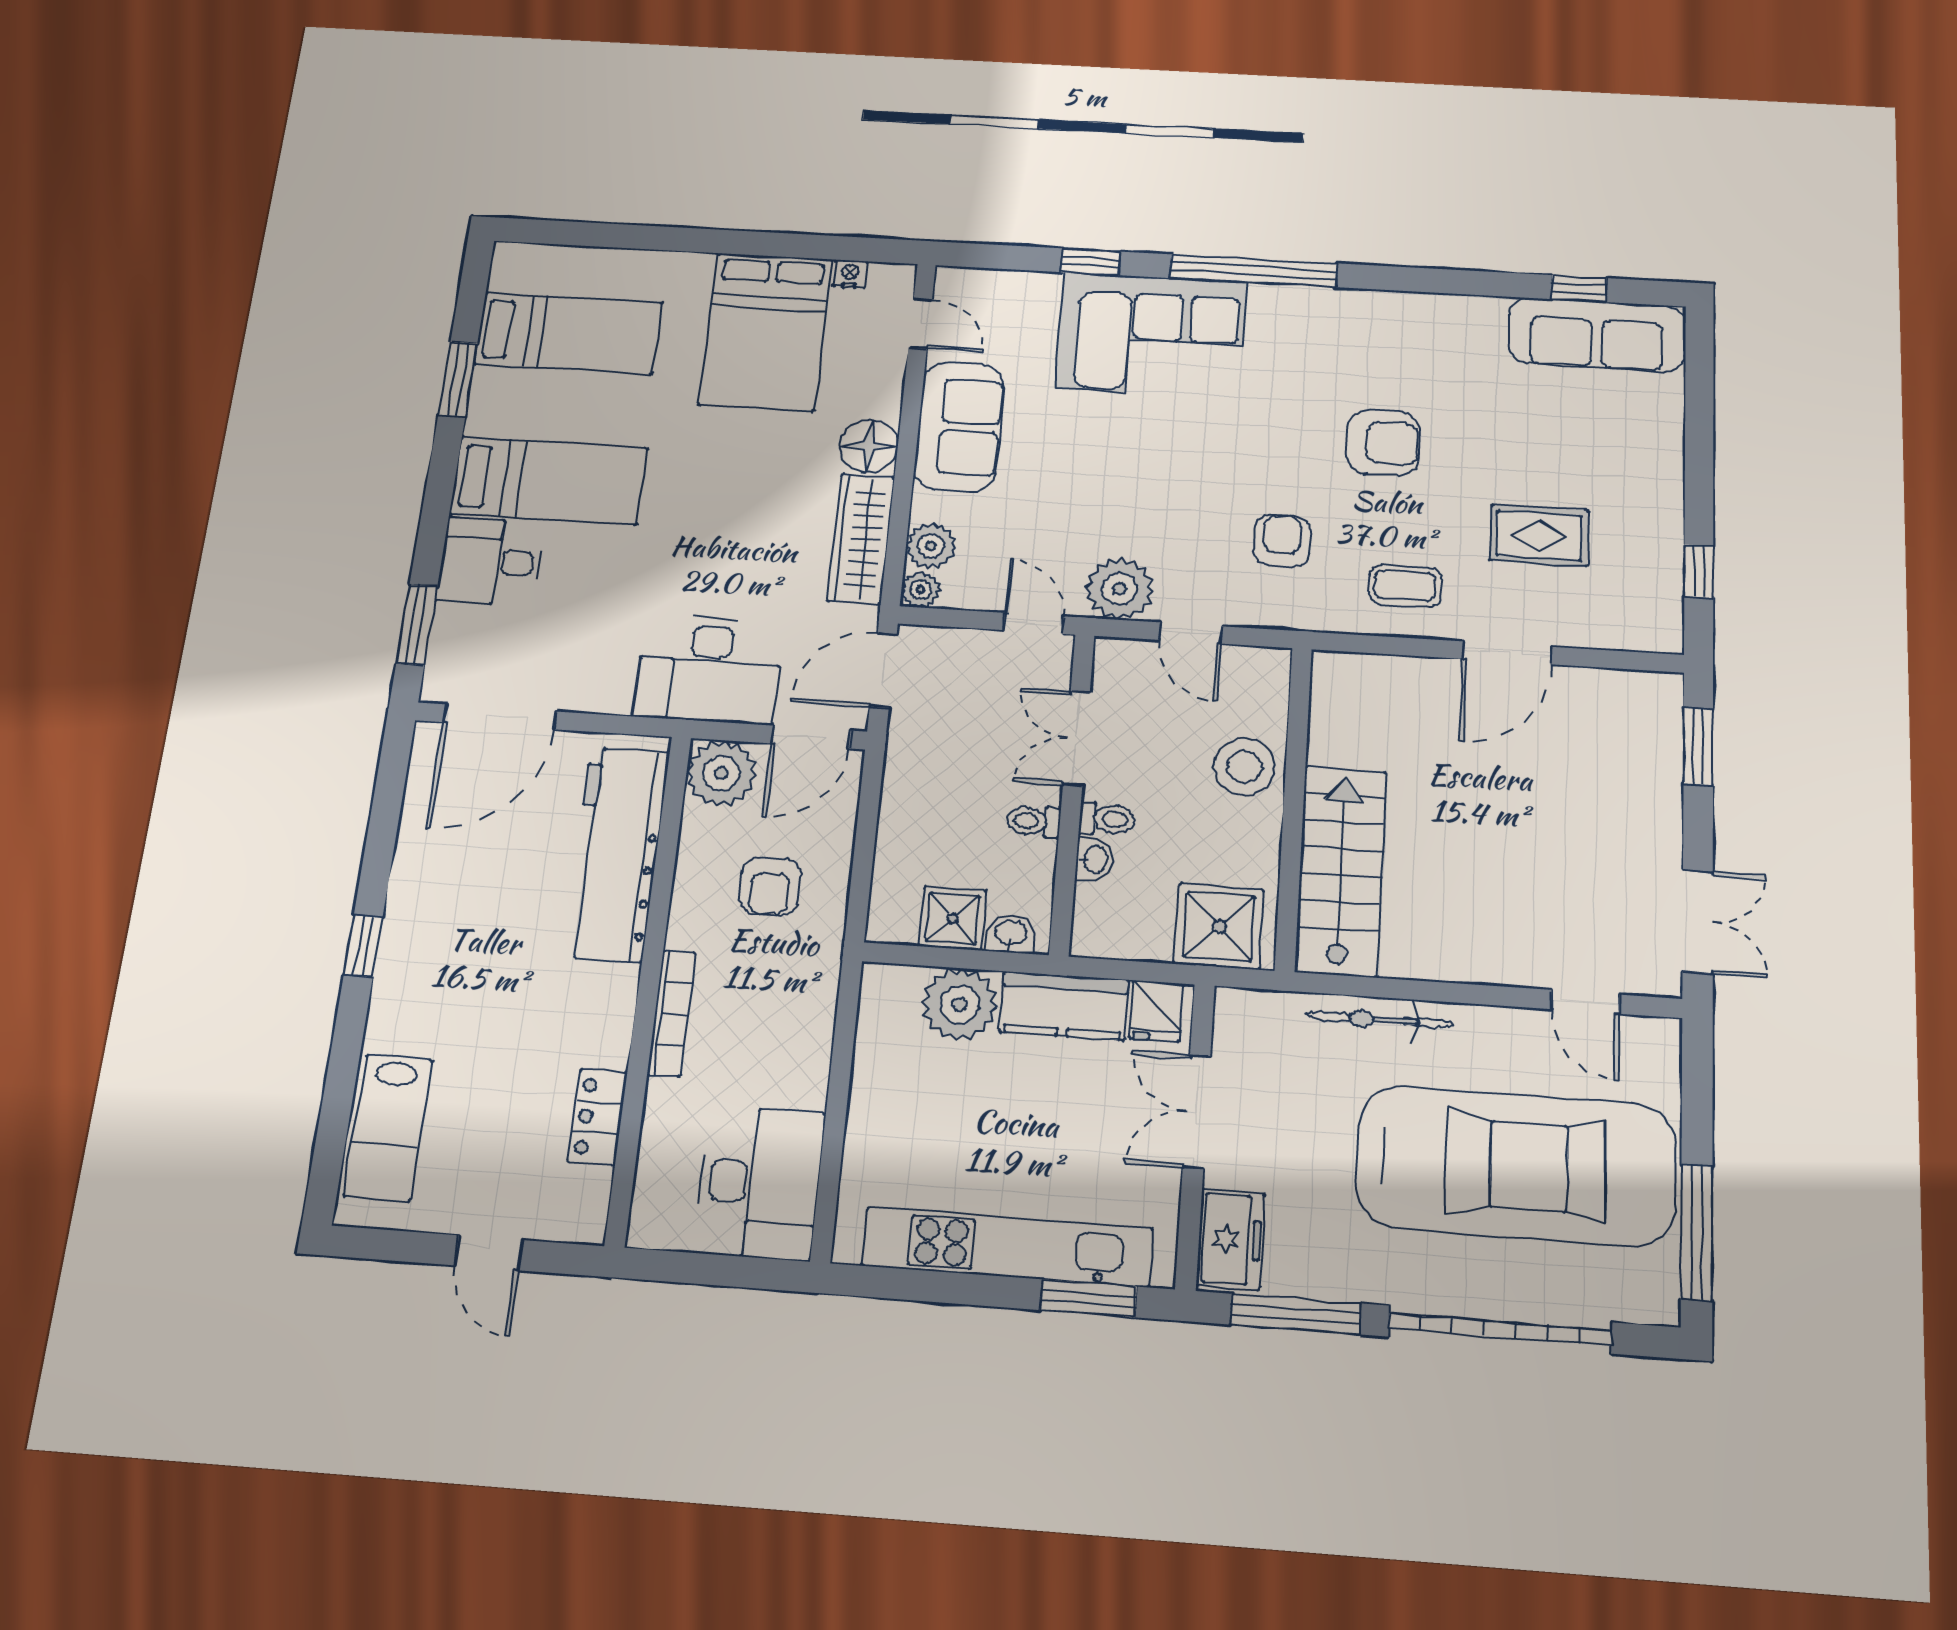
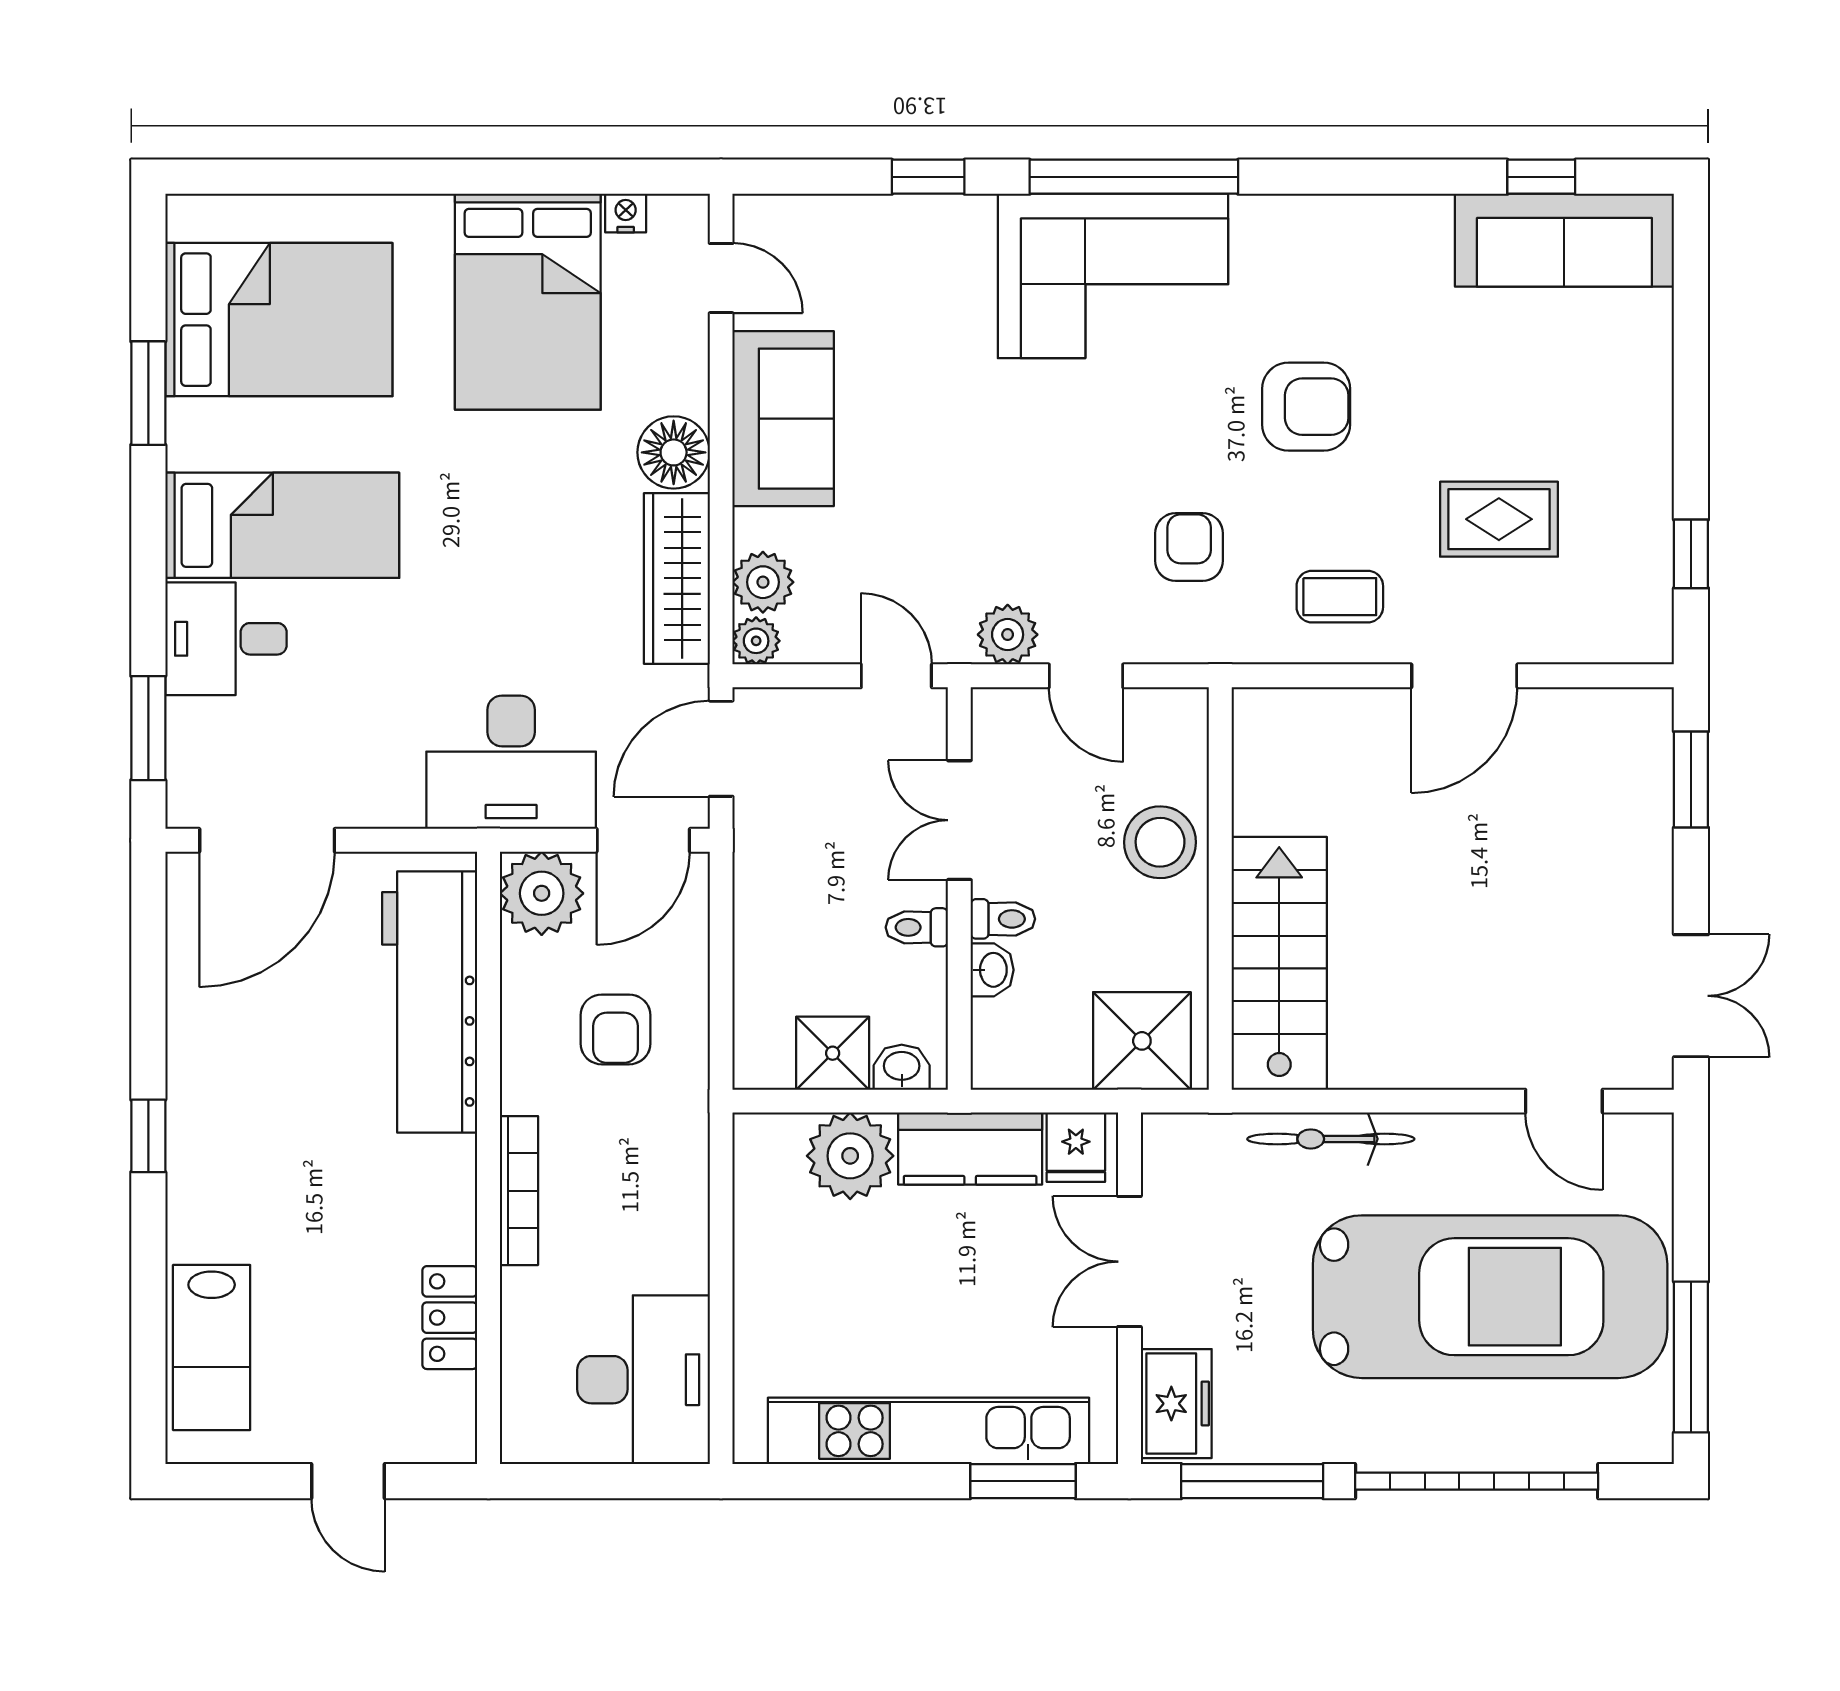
bed: (568, 333) -> (279, 320), width x1.50
corner sofa: (1151, 335) -> (1113, 276), moved
plant: (1120, 589) -> (1008, 635), width x0.73, depth x0.73

